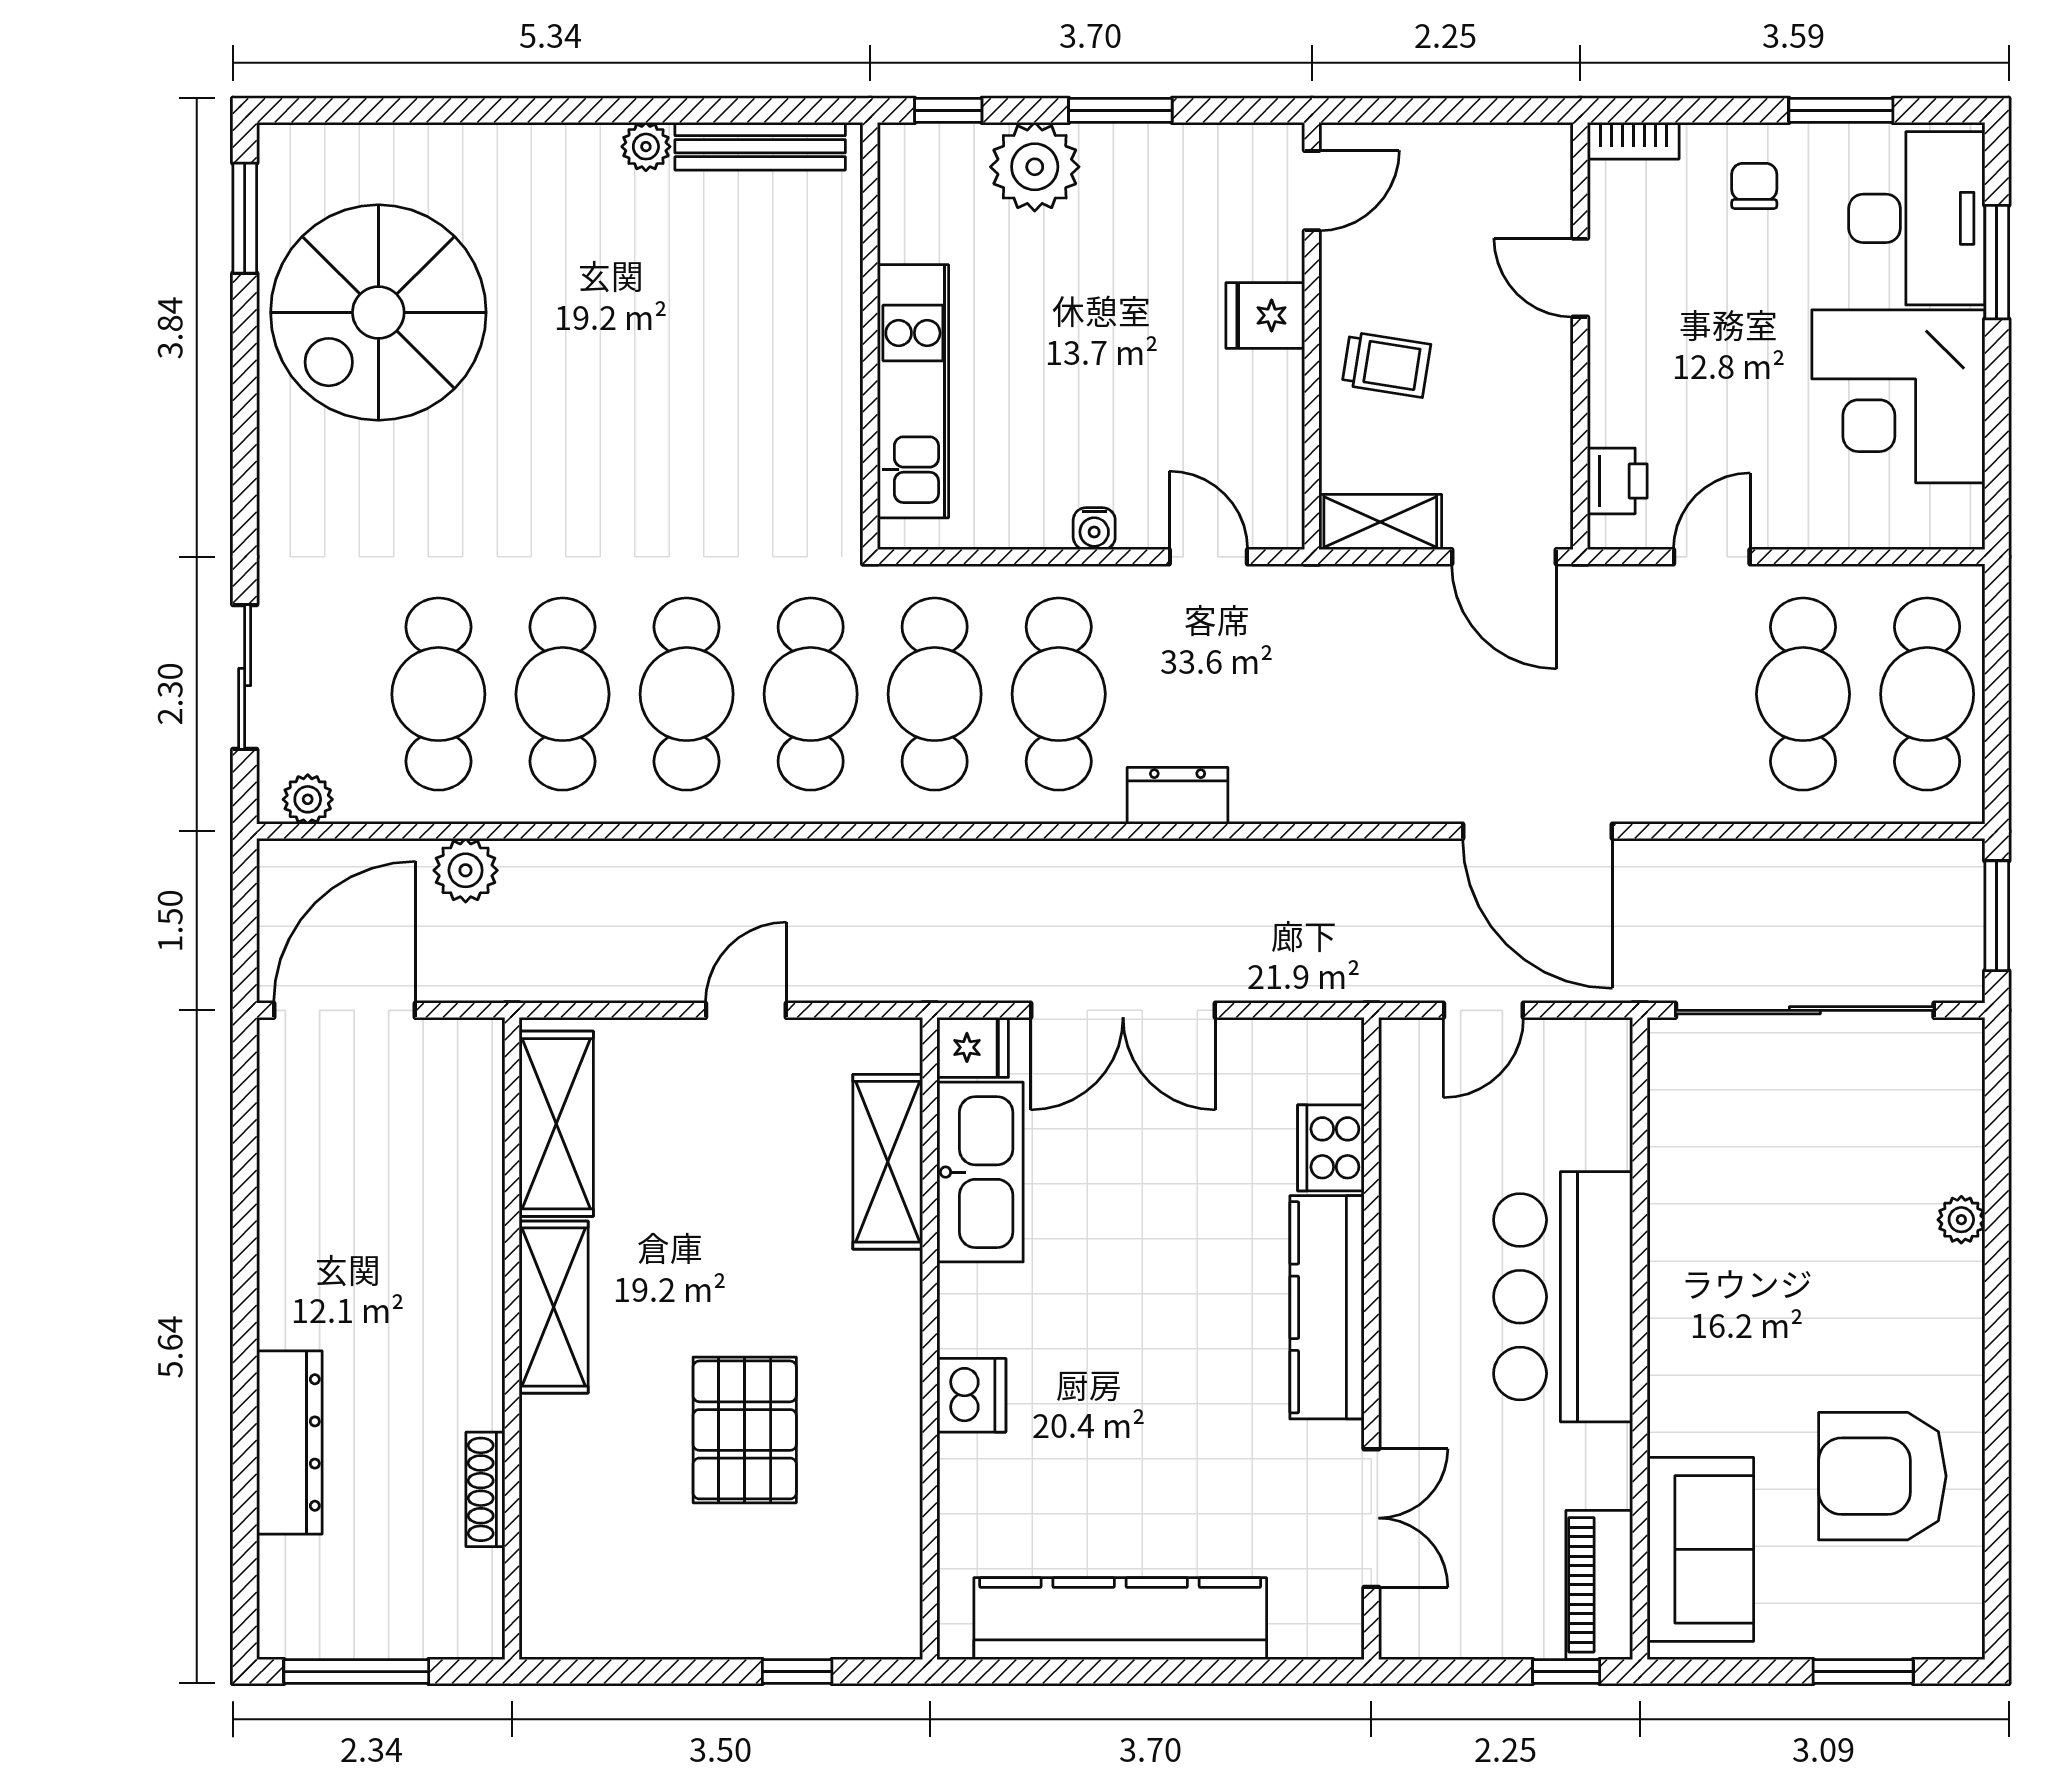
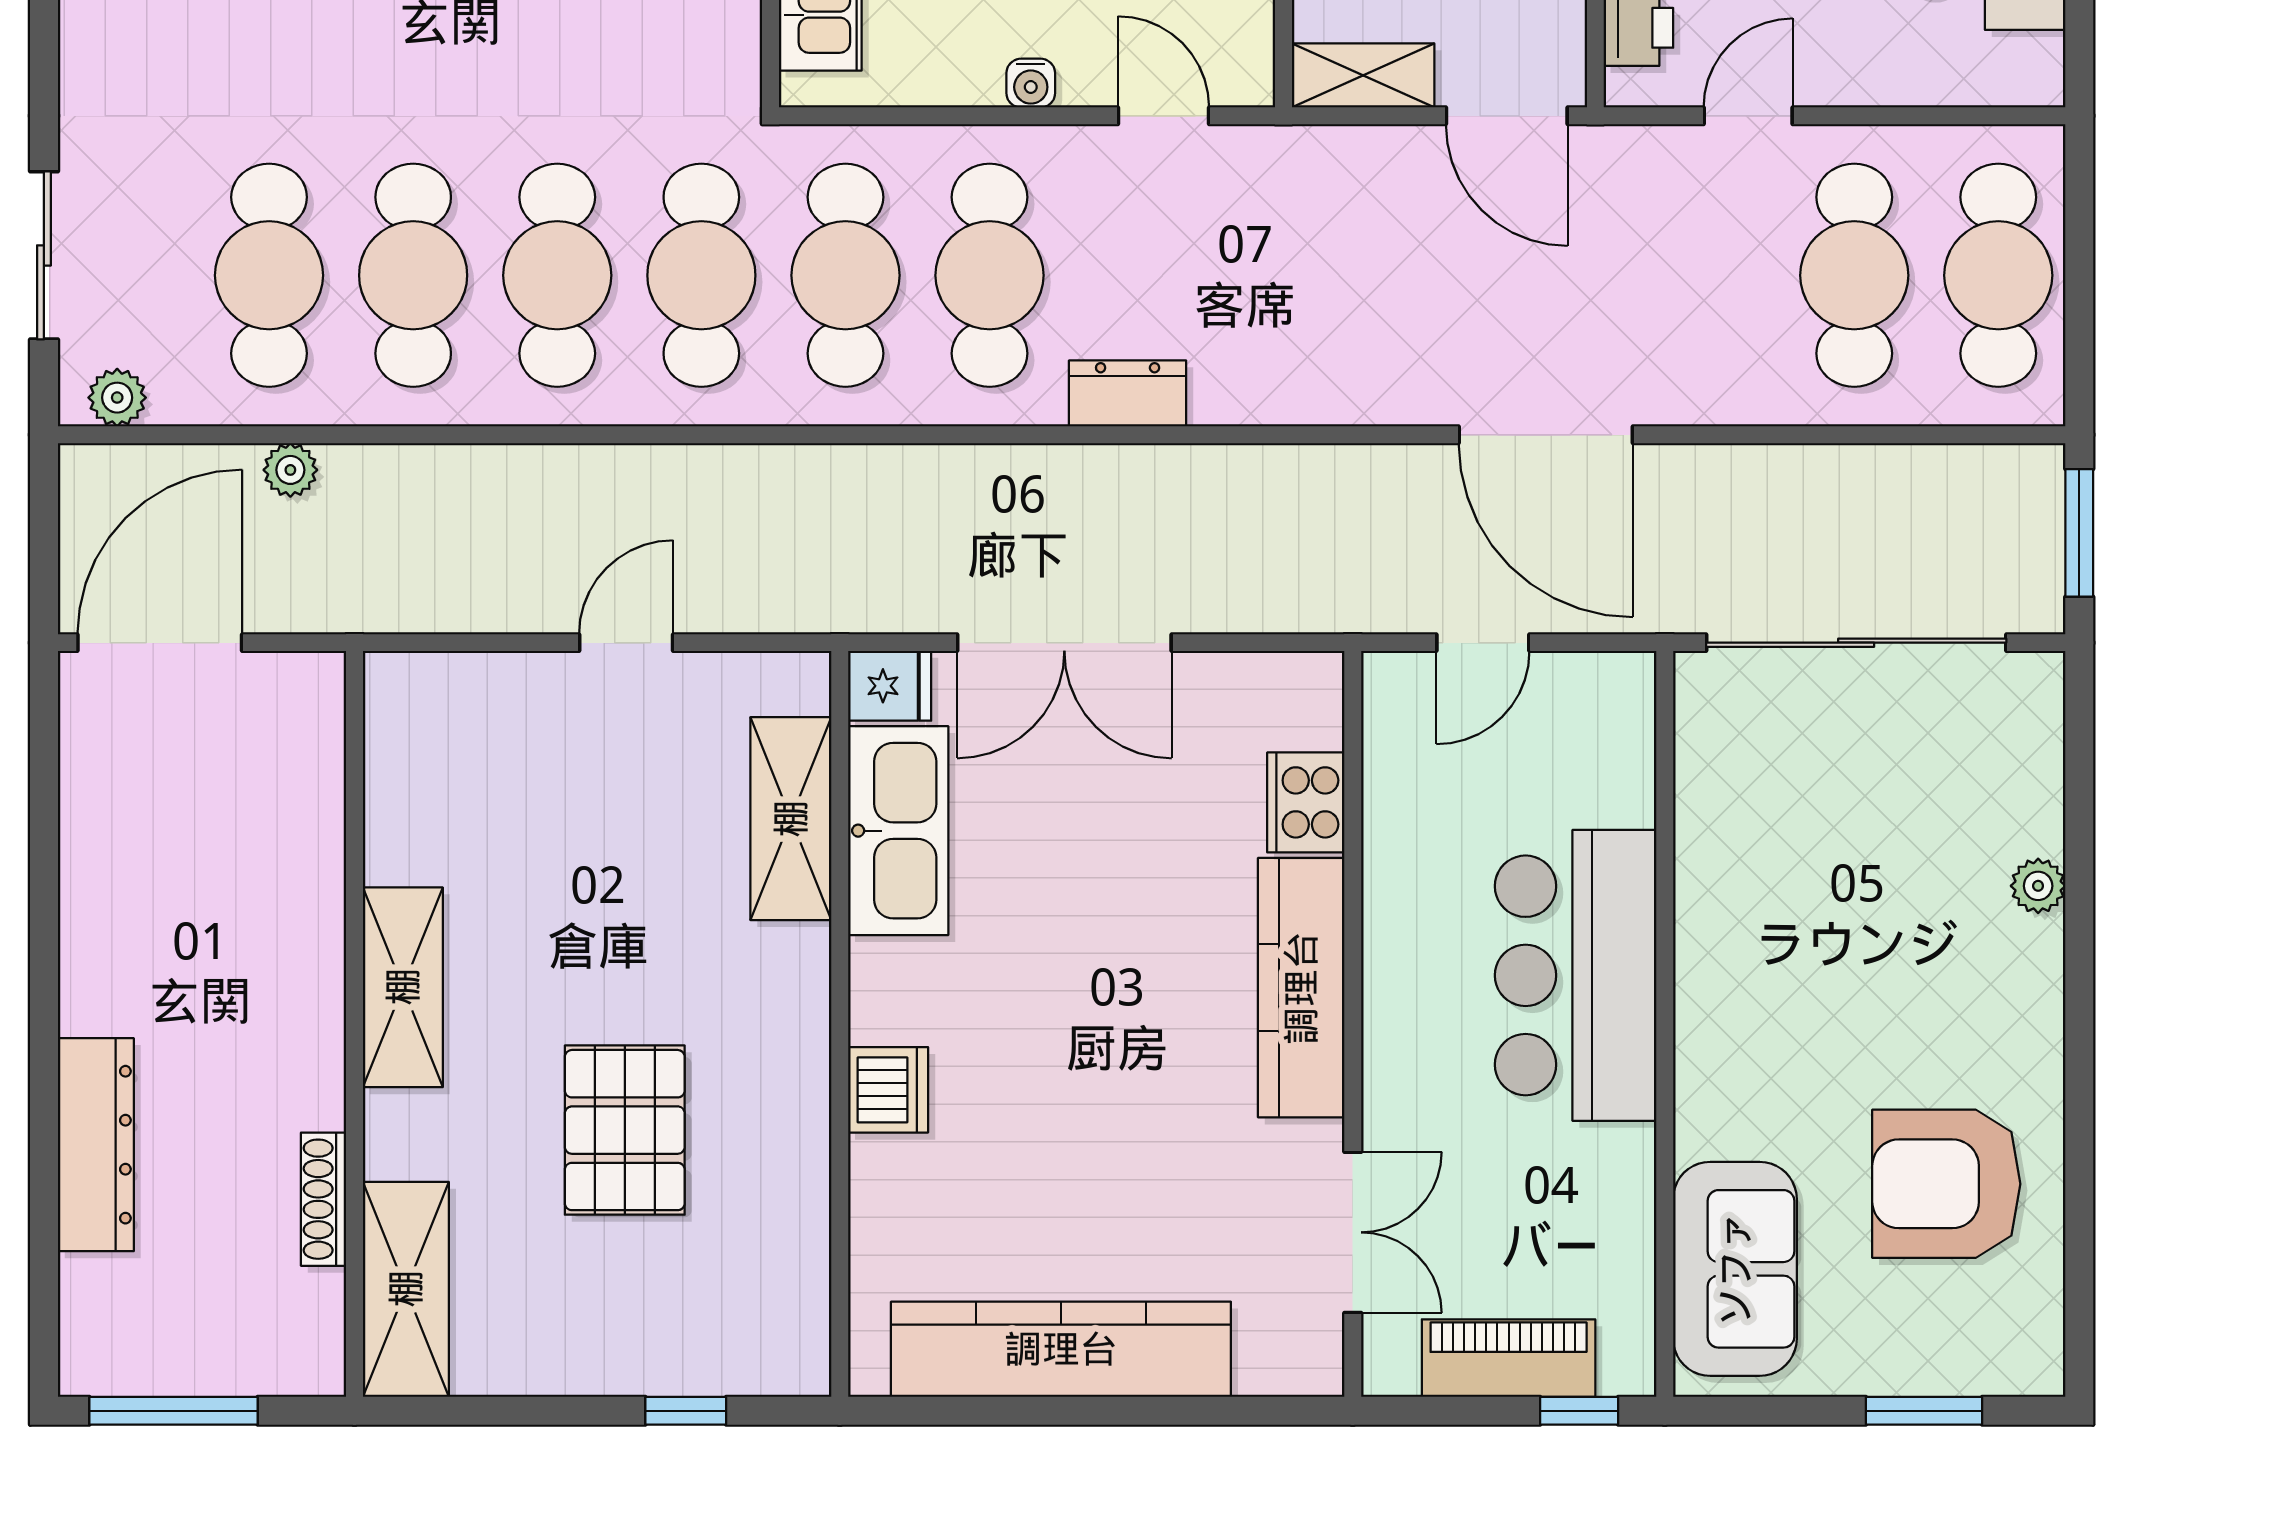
plant: (466, 870) -> (290, 470), width x0.73, depth x0.73
shelving: (556, 1124) -> (406, 1289), moved
piano: (1599, 1585) -> (1509, 1358), moved, turned 90

